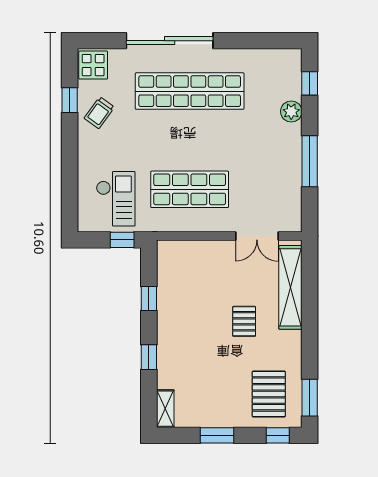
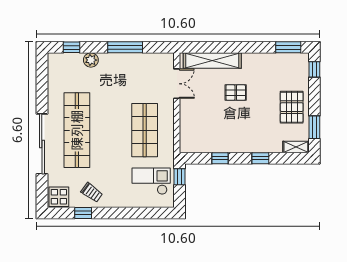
pallet: (269, 394) -> (292, 107), moved, turned 90
window: (217, 435) -> (314, 127), moved

